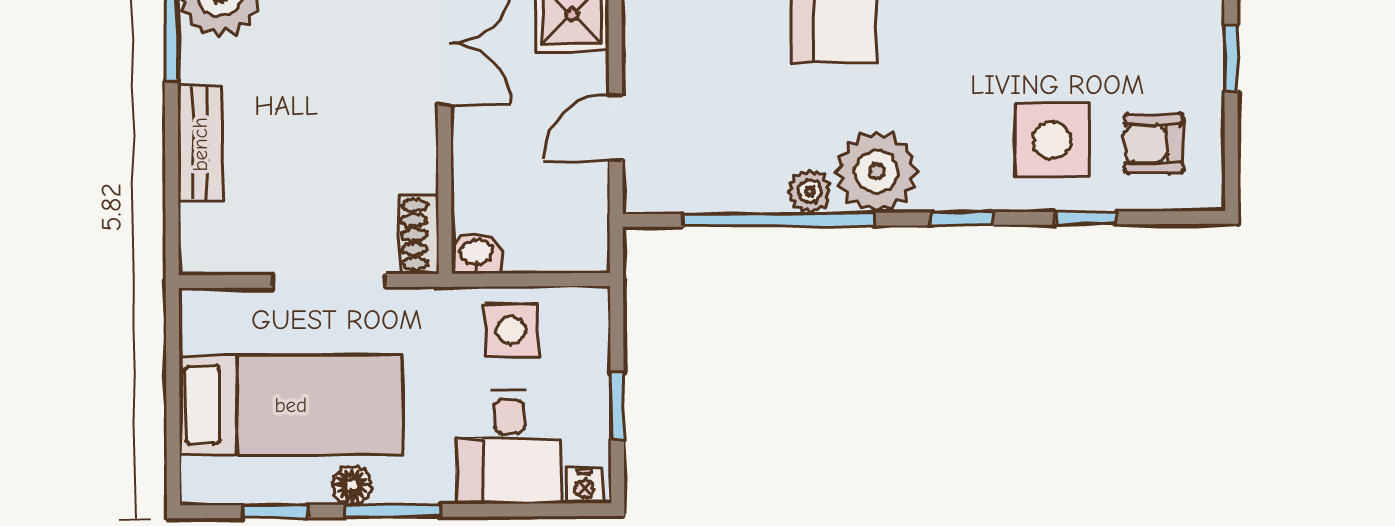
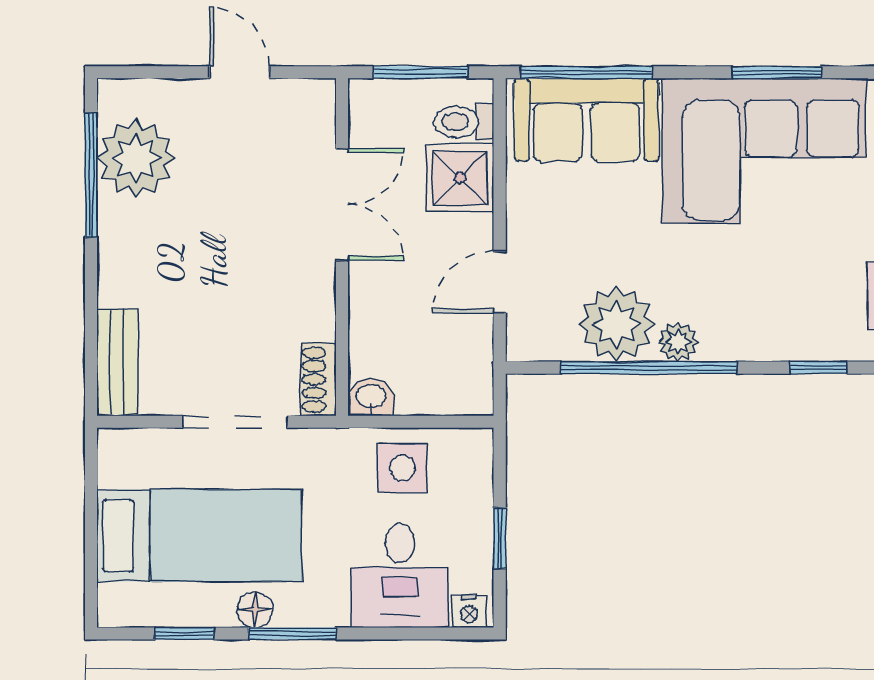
bench: (200, 144) -> (117, 362), moved
plant: (877, 172) -> (616, 324), moved

